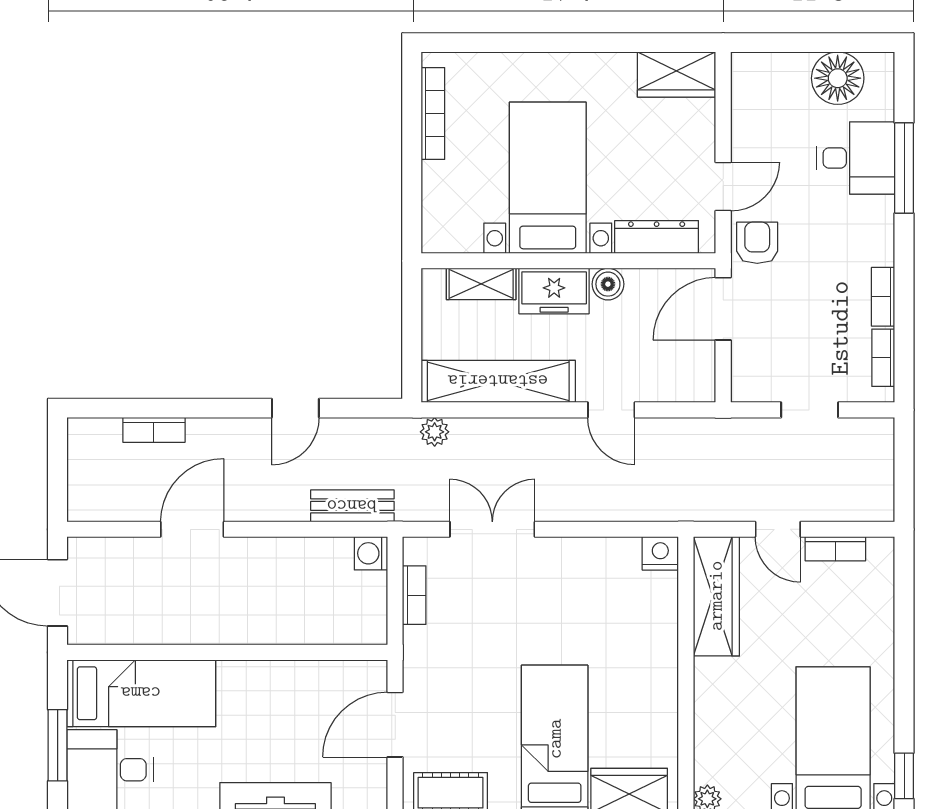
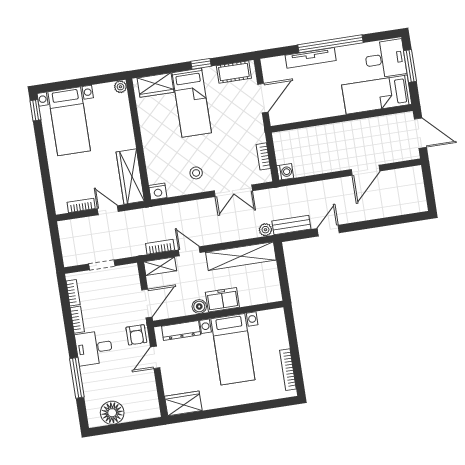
desk: (856, 158) -> (94, 348), moved
shelving: (481, 284) -> (160, 266), moved
bookcase: (154, 430) -> (160, 247), moved
bench: (352, 506) -> (291, 225), moved
stool: (569, 582) -> (196, 173), added

